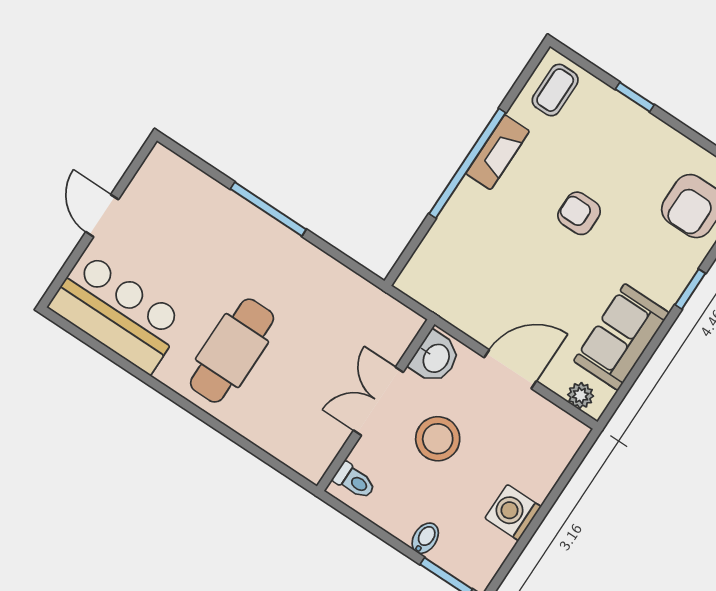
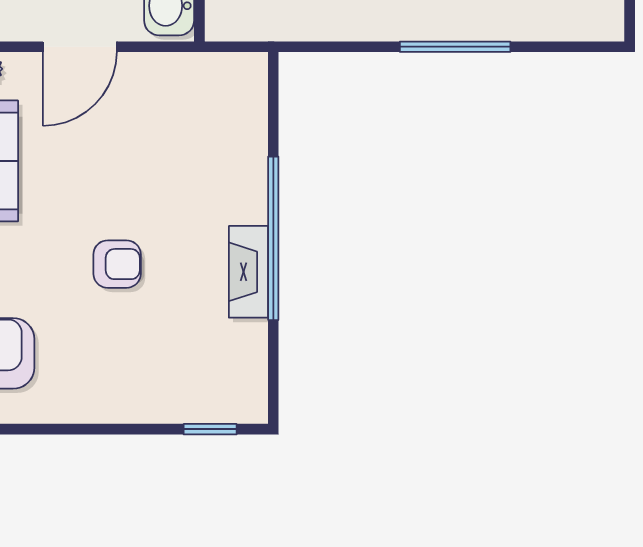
coffee table: (555, 90) -> (231, 380), removed
window: (635, 97) -> (210, 429), moved

